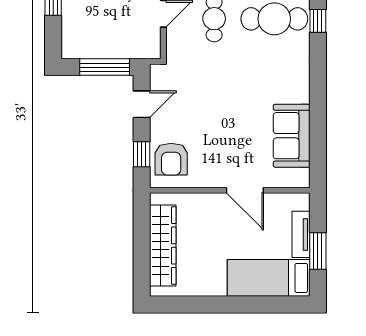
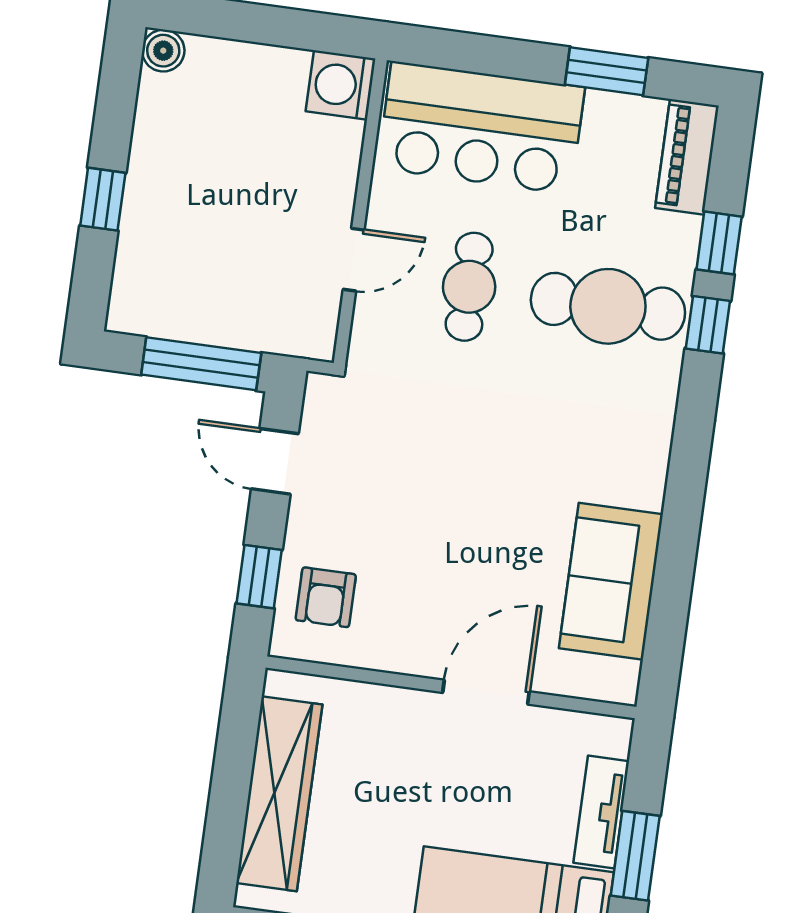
door: (142, 104) -> (275, 461), swing flipped
armchair: (171, 159) -> (326, 597), width x0.72, depth x0.72
door: (245, 190) -> (486, 692), swing flipped

